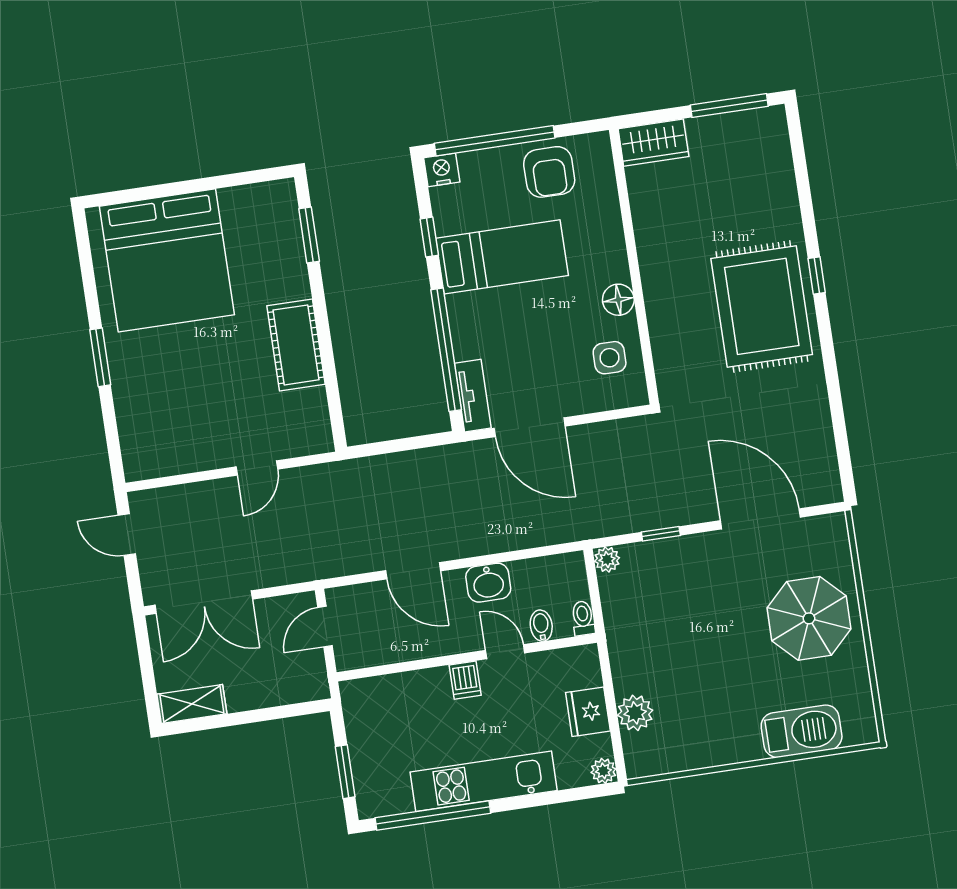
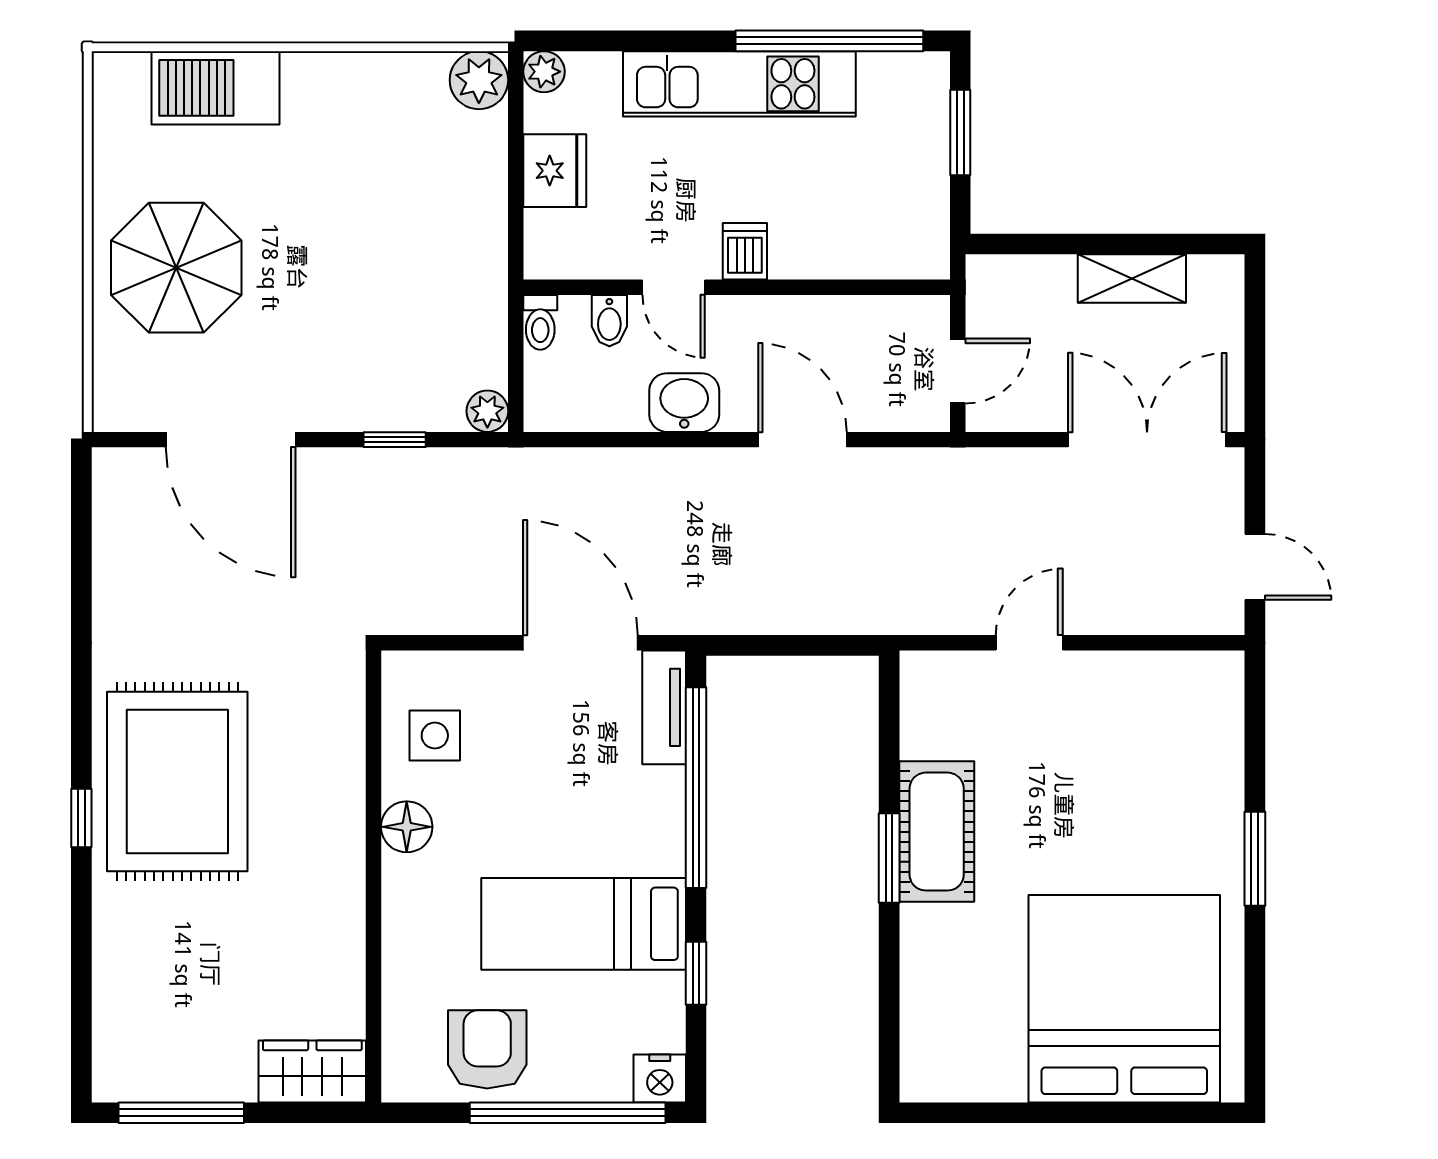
window: (309, 235) -> (889, 858), moved
shelving: (192, 704) -> (1132, 278), moved
plant: (635, 713) -> (479, 80), moved

